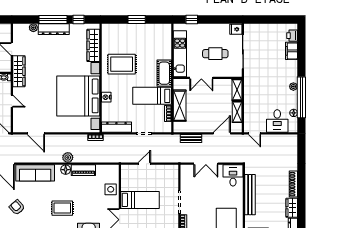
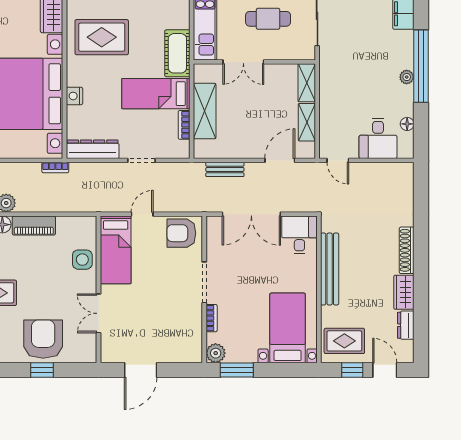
window: (301, 97) -> (421, 66), moved
double door: (206, 164) -> (251, 214), width x1.37
armchair: (166, 174) -> (181, 233), added
bed: (140, 200) -> (116, 250), moved, turned 90

